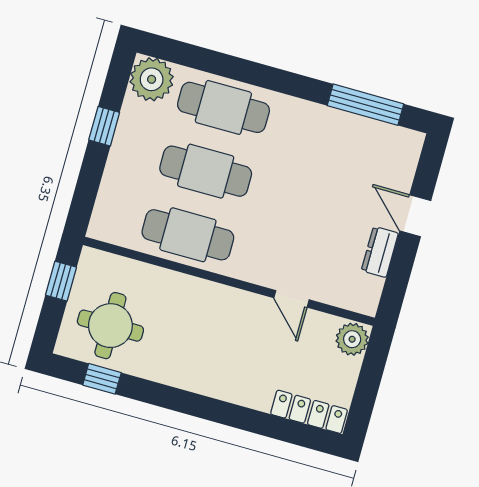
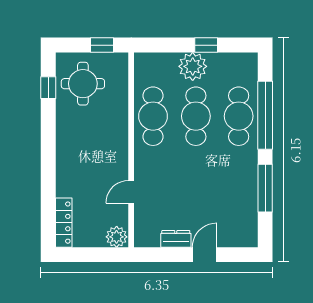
window: (233, 68) -> (265, 115), added
plant: (152, 79) -> (193, 66), moved
window: (366, 105) -> (265, 188), moved

